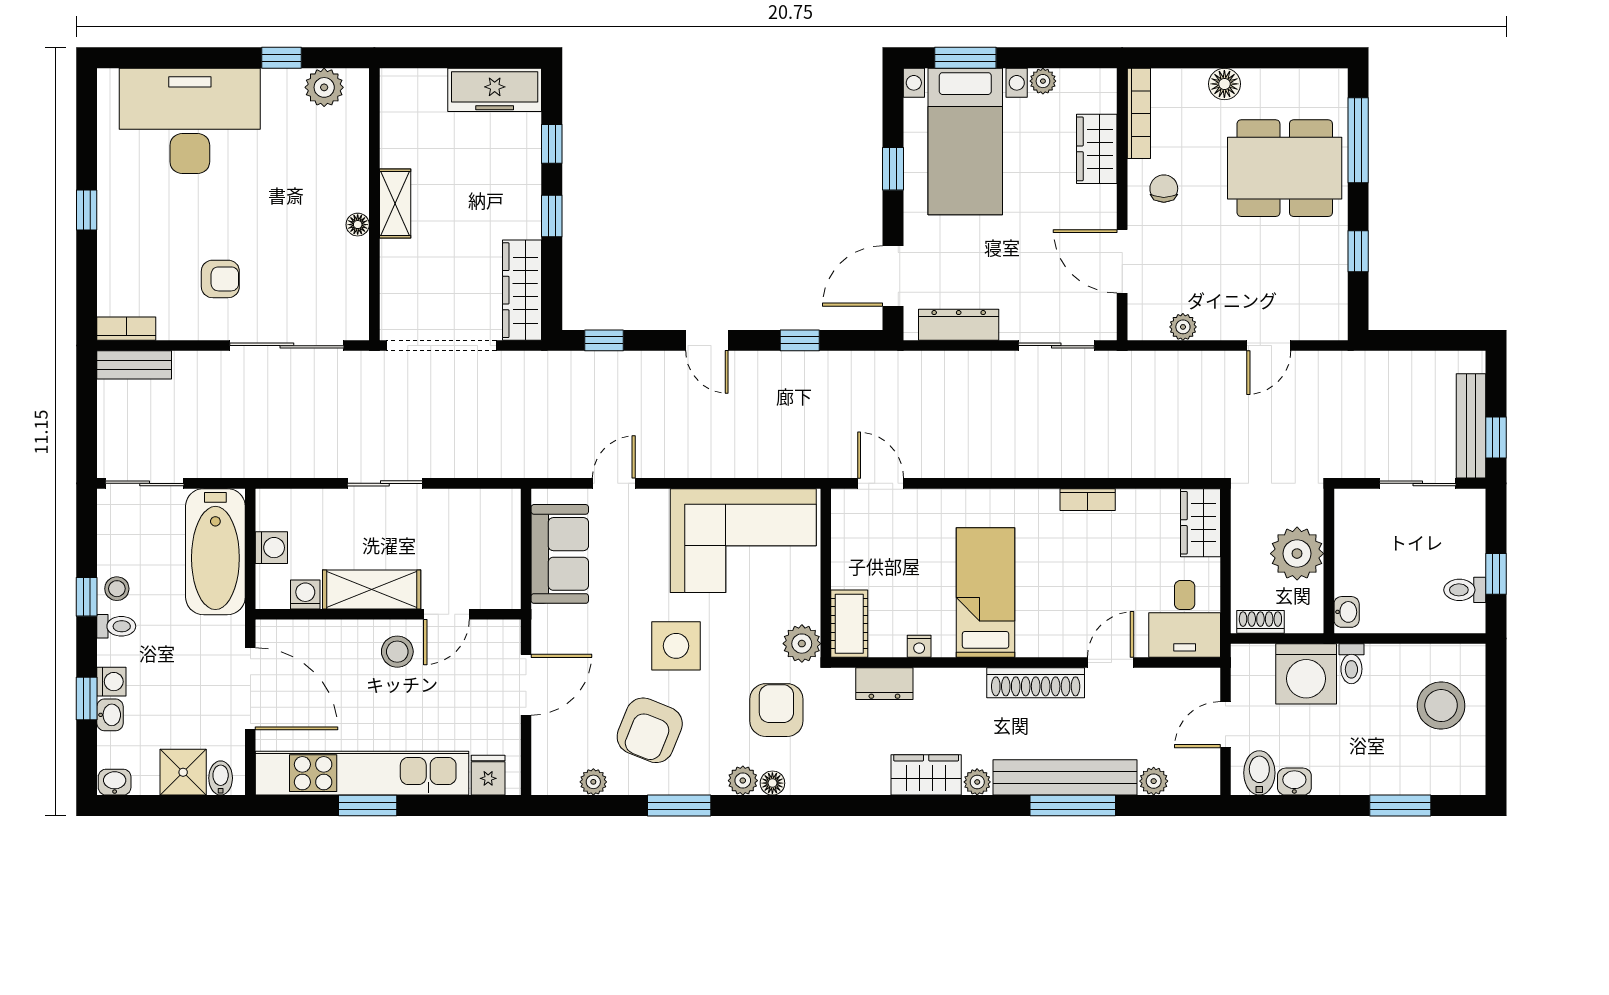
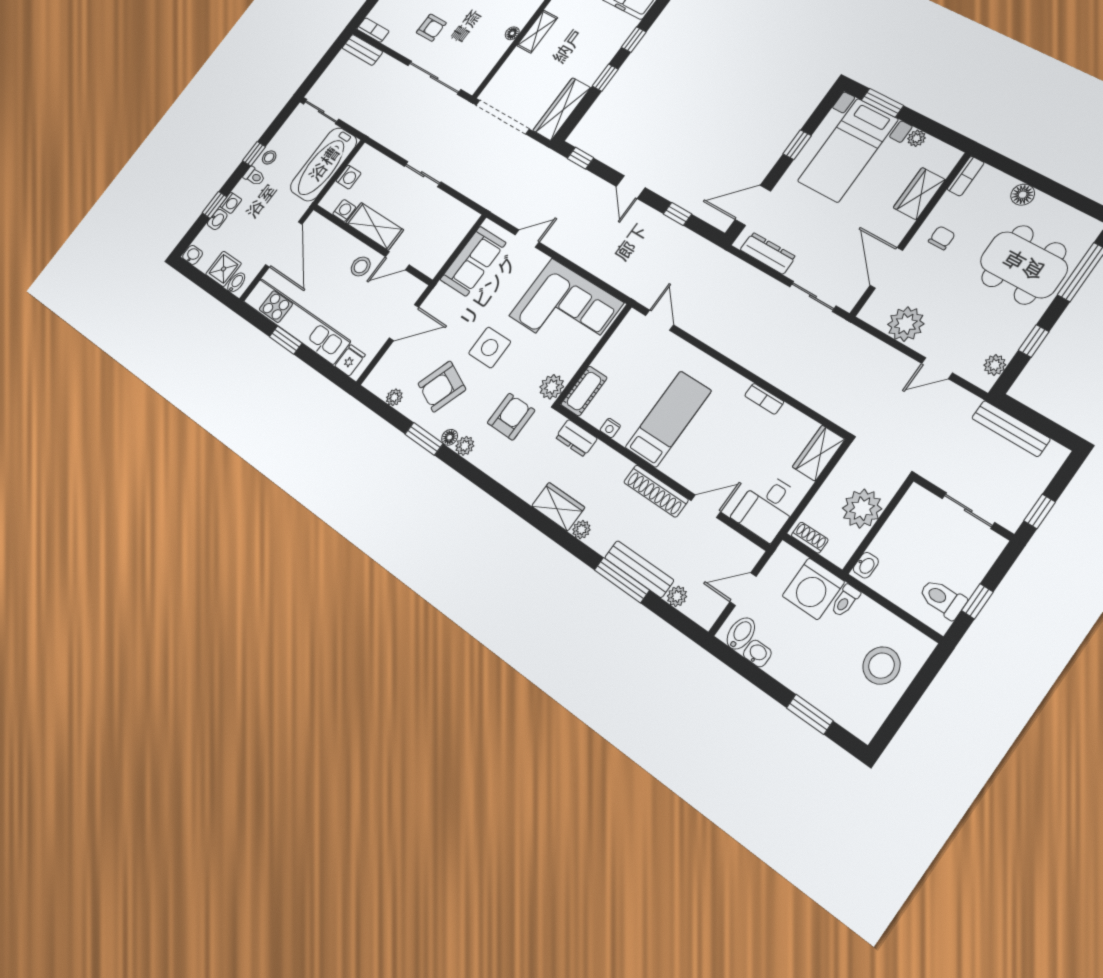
bookcase: (1139, 113) -> (966, 176), width x0.64
plant: (1333, 304) -> (995, 365), added
plant: (1183, 327) -> (906, 324), width x1.88, depth x1.88
bench: (1471, 426) -> (1011, 428), moved, turned 90
toilet: (1465, 590) -> (942, 599), width x1.37, depth x1.39
bench: (1065, 777) -> (639, 569), width x0.73, depth x0.82
floor lamp: (772, 783) -> (450, 437), moved

